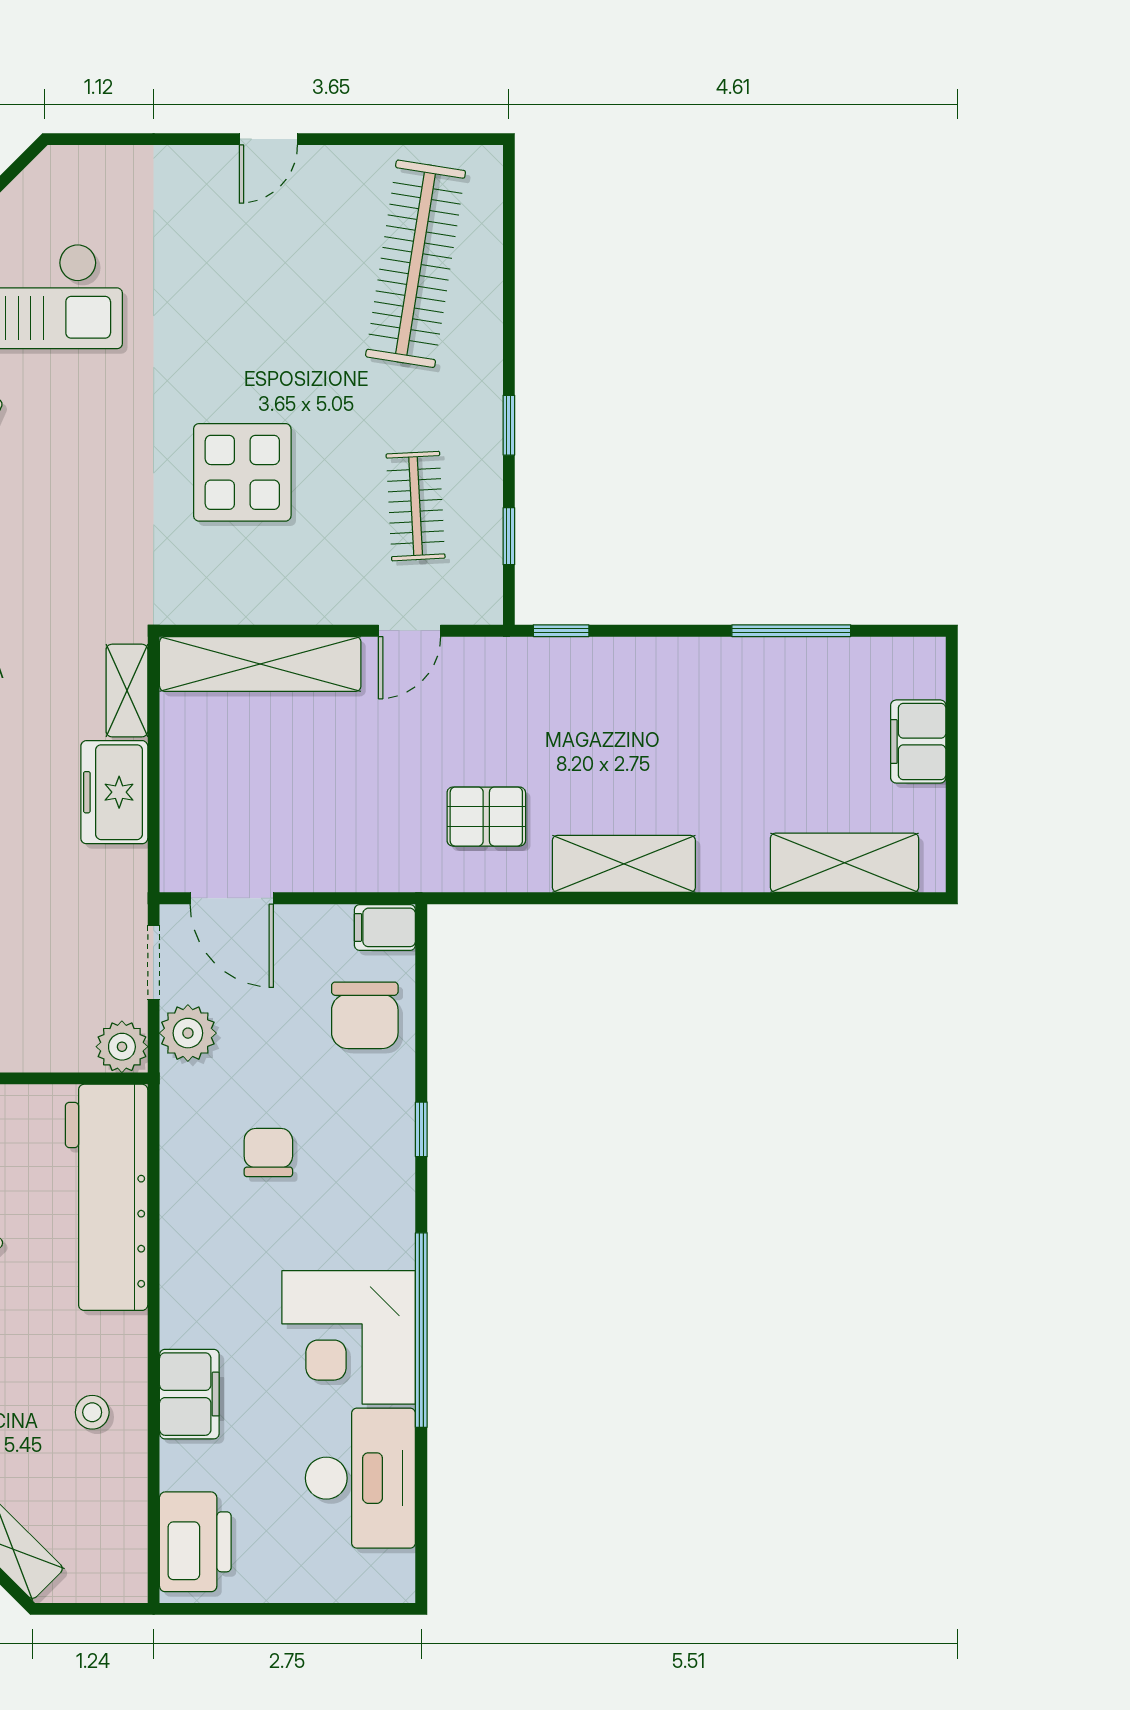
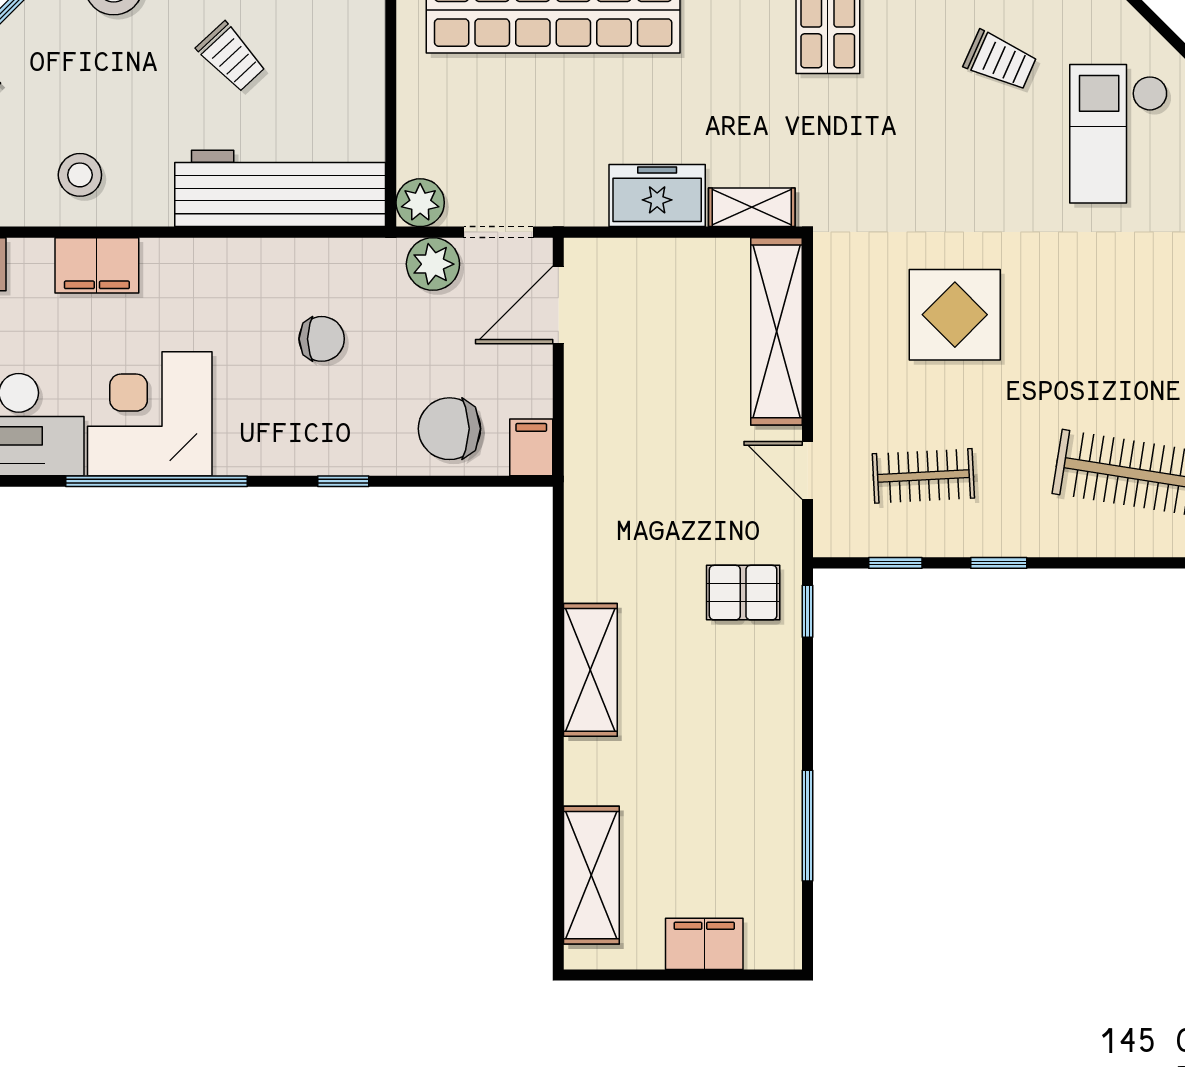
pallet: (486, 817) -> (743, 593), moved, turned 90
stool: (92, 1412) -> (80, 175), width x1.37, depth x1.37

